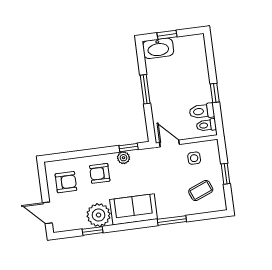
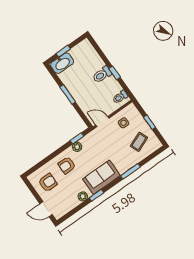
toilet: (202, 111) -> (102, 75), moved
plant: (99, 215) -> (83, 196), width x0.53, depth x0.53
window: (93, 231) -> (97, 195), moved

